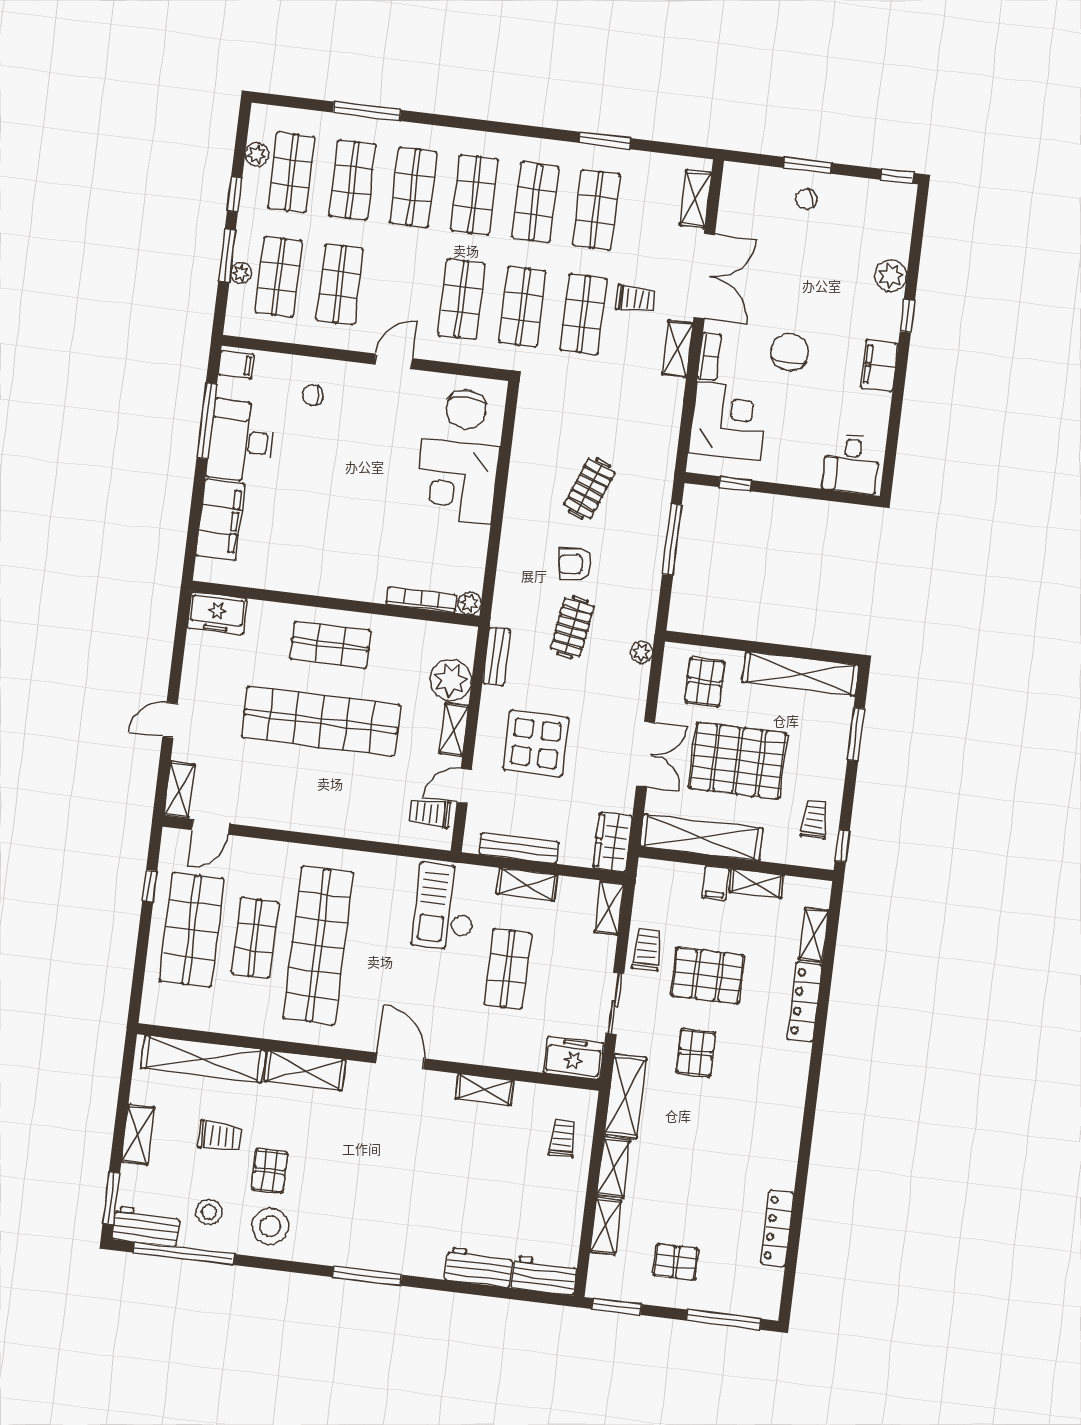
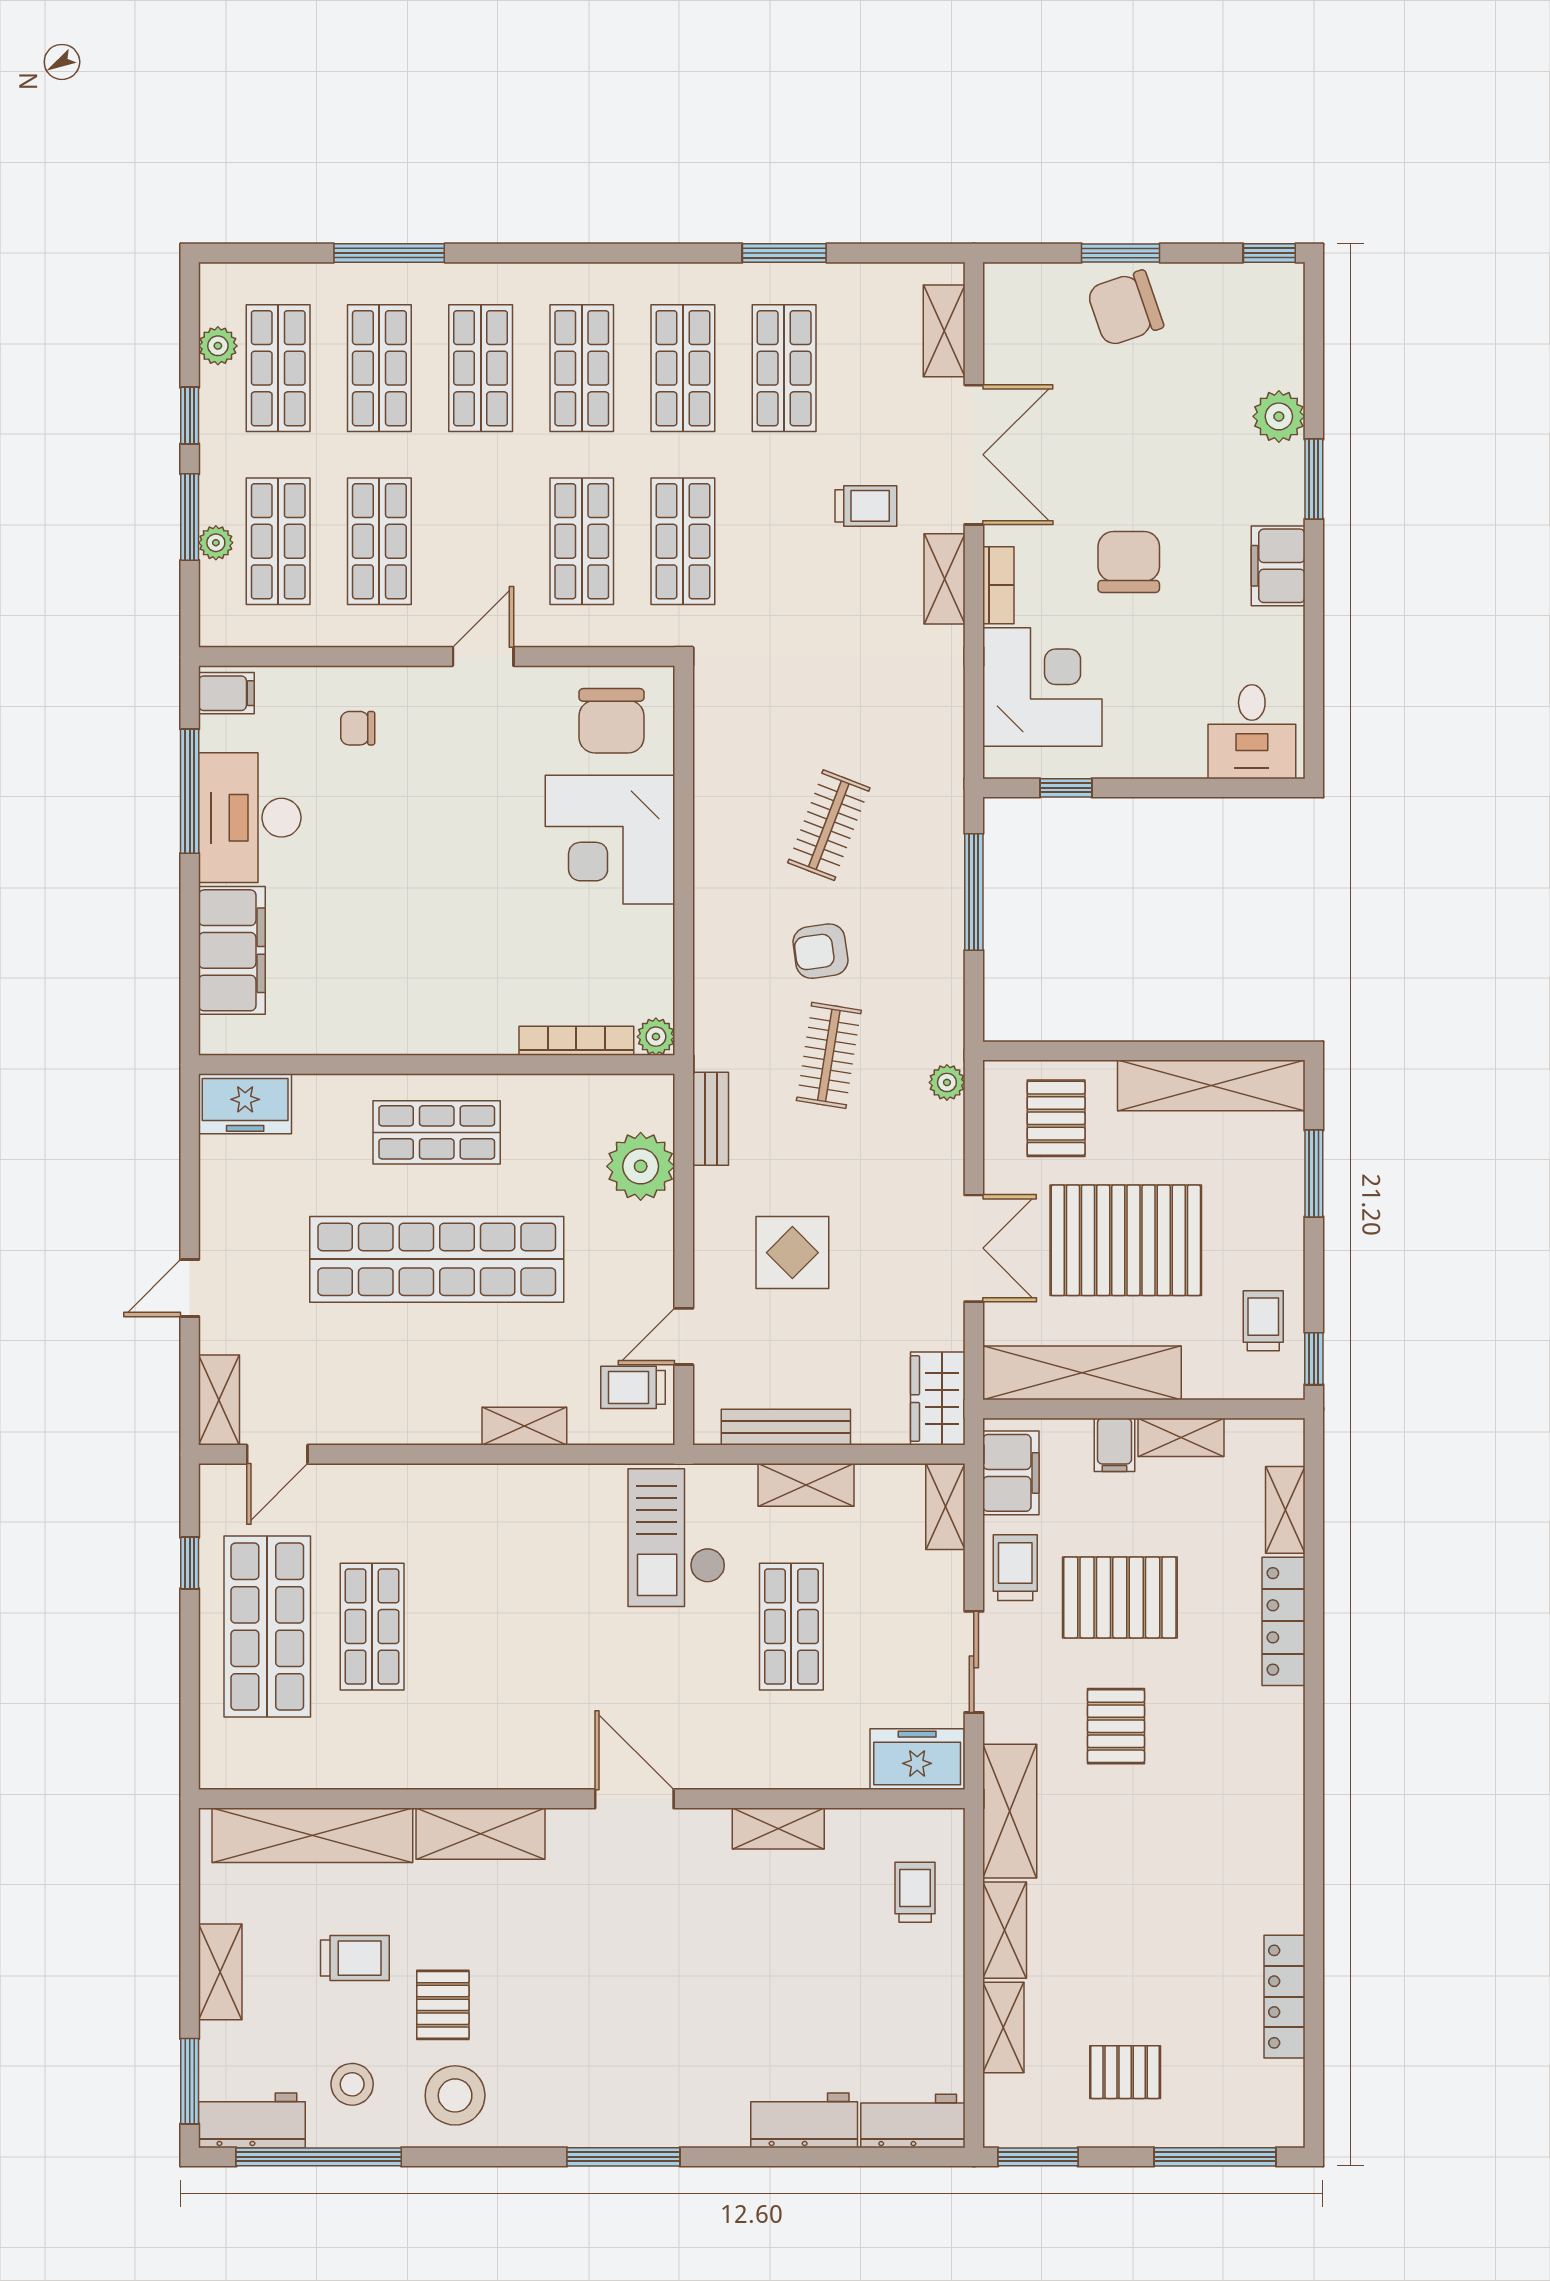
chair: (806, 199) -> (1125, 308), width x1.87, depth x1.87
shop shelf: (583, 314) -> (784, 541), removed
window: (907, 316) -> (1314, 479), width x1.50
shelving: (454, 730) -> (524, 1426), moved, turned 90
display table: (536, 743) -> (792, 1253), width x0.73, depth x0.73
filing cabinet: (651, 892) -> (1011, 1473), added
shop shelf: (318, 945) -> (477, 1627), removed

